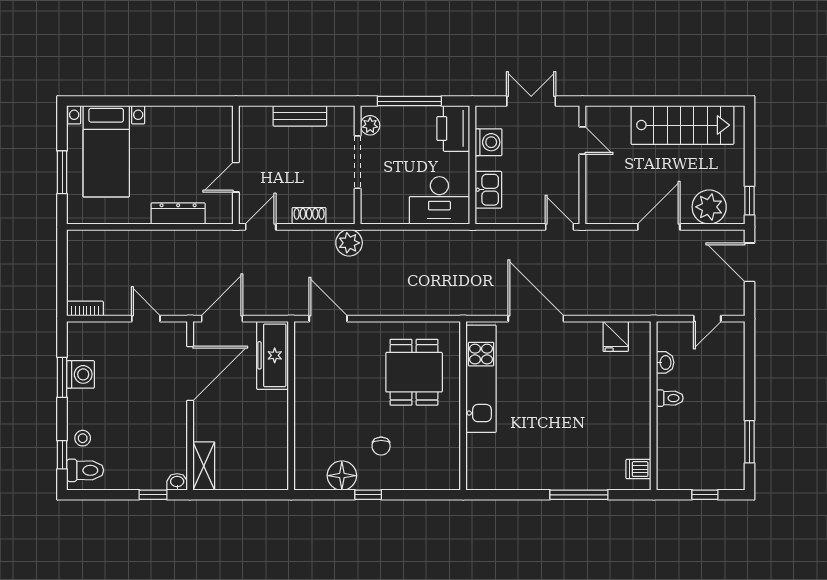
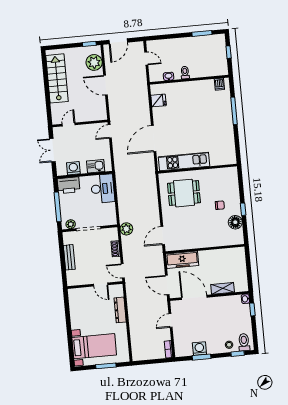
shelving: (204, 466) -> (223, 288), moved

